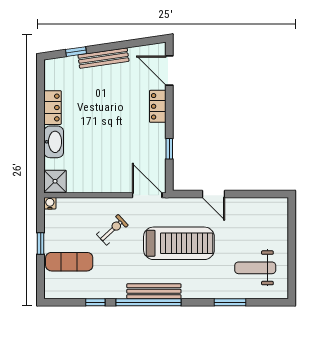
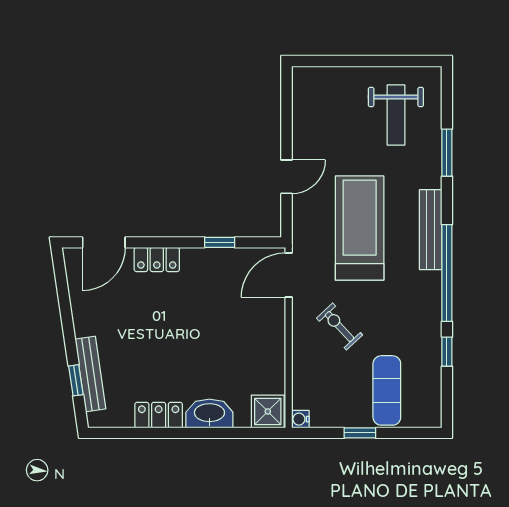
bench: (103, 58) -> (90, 374), moved
bench: (154, 291) -> (431, 230), moved

